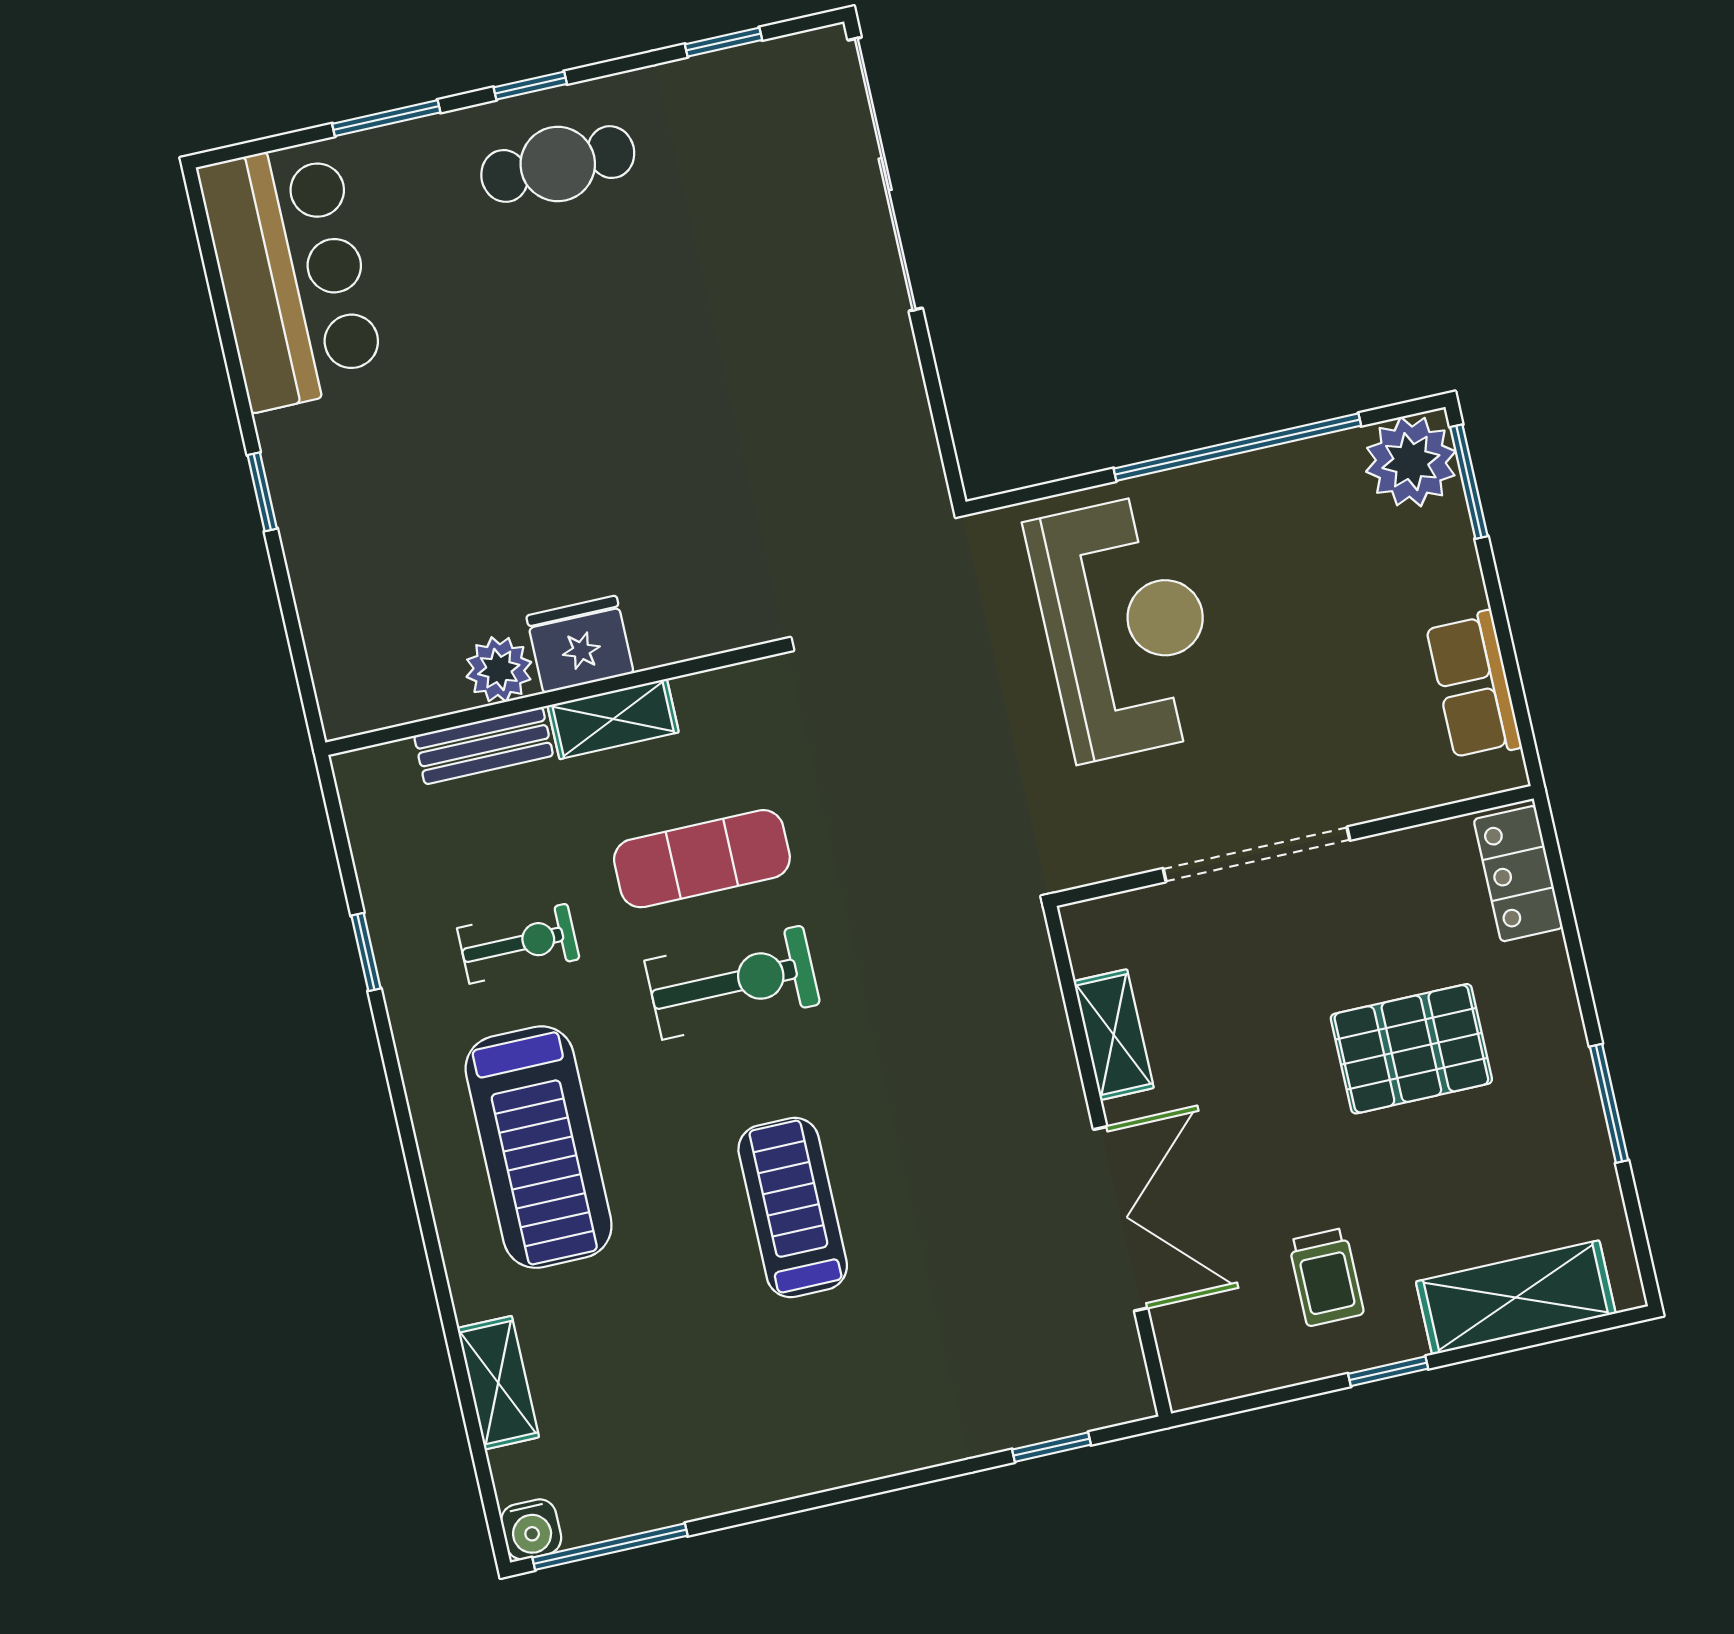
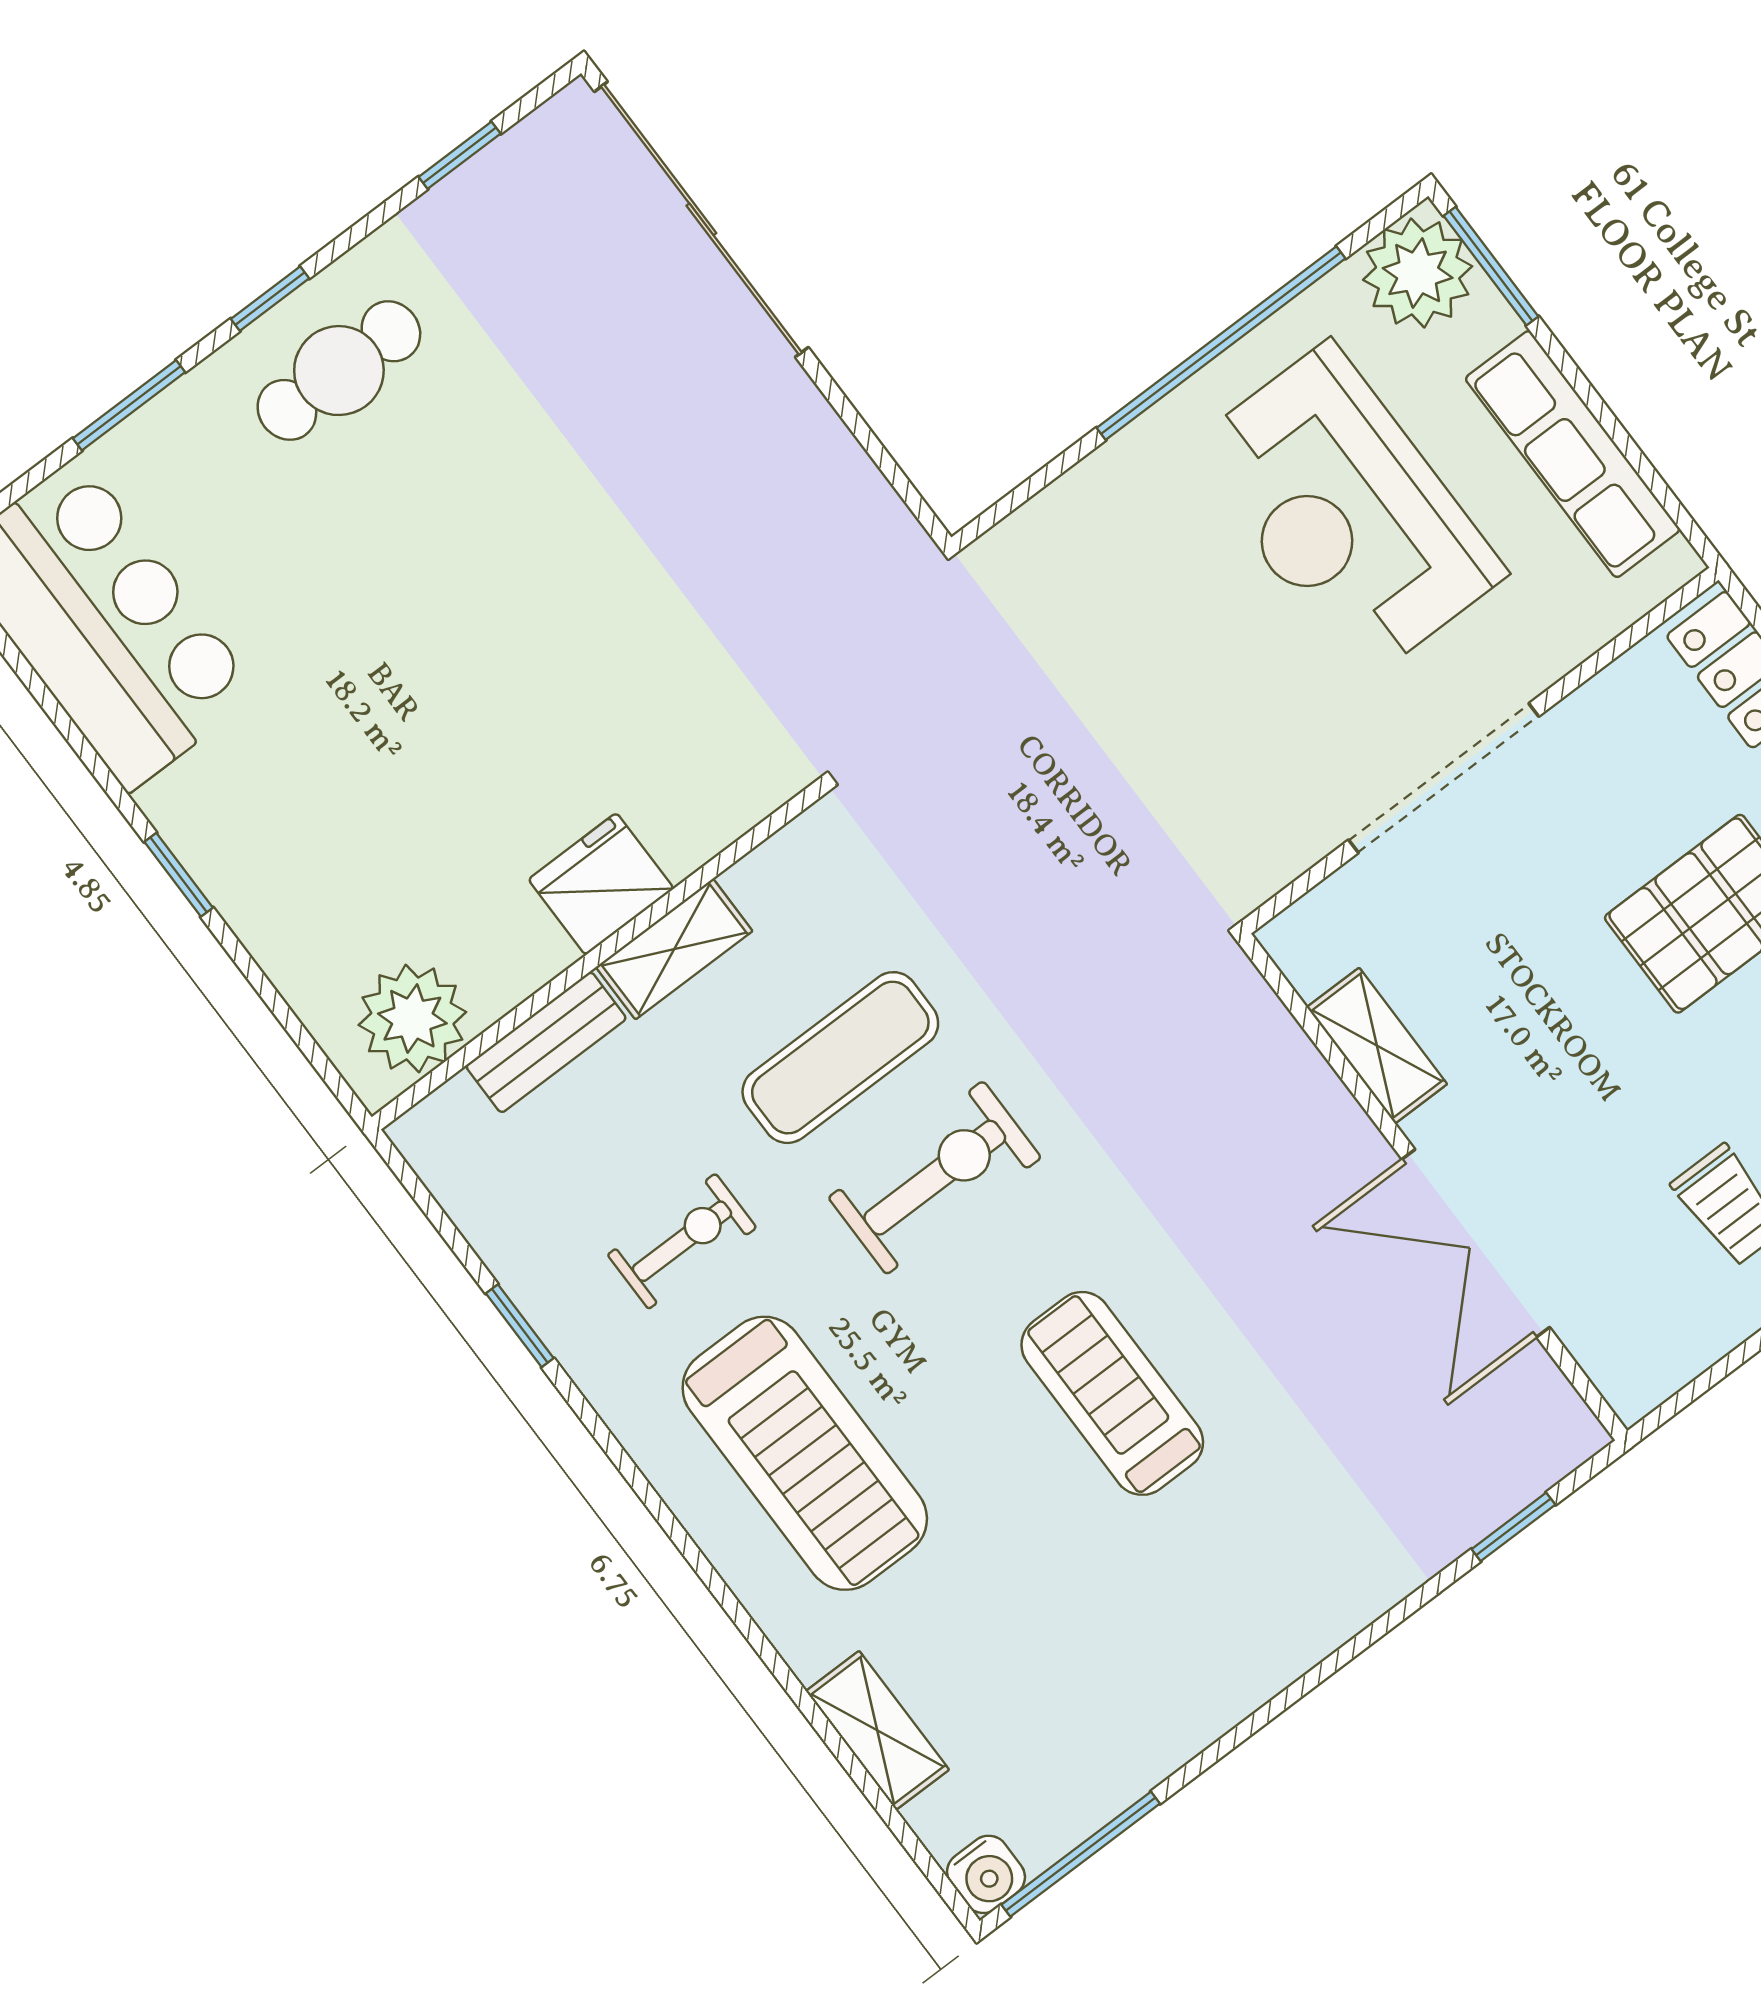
reception desk: (1125, 627) -> (1346, 512), moved, turned 180
plant: (499, 670) -> (412, 1019), moved, width x1.36, depth x1.36
row of seats: (1474, 686) -> (1573, 454), width x1.48
double door: (1121, 1219) -> (1476, 1243), swing flipped

